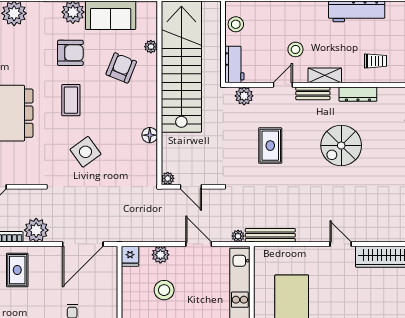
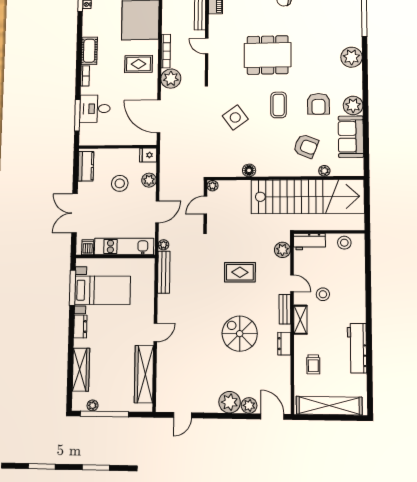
dresser: (358, 94) -> (284, 344), width x0.70
coffee table: (71, 100) -> (279, 105), turned 90

